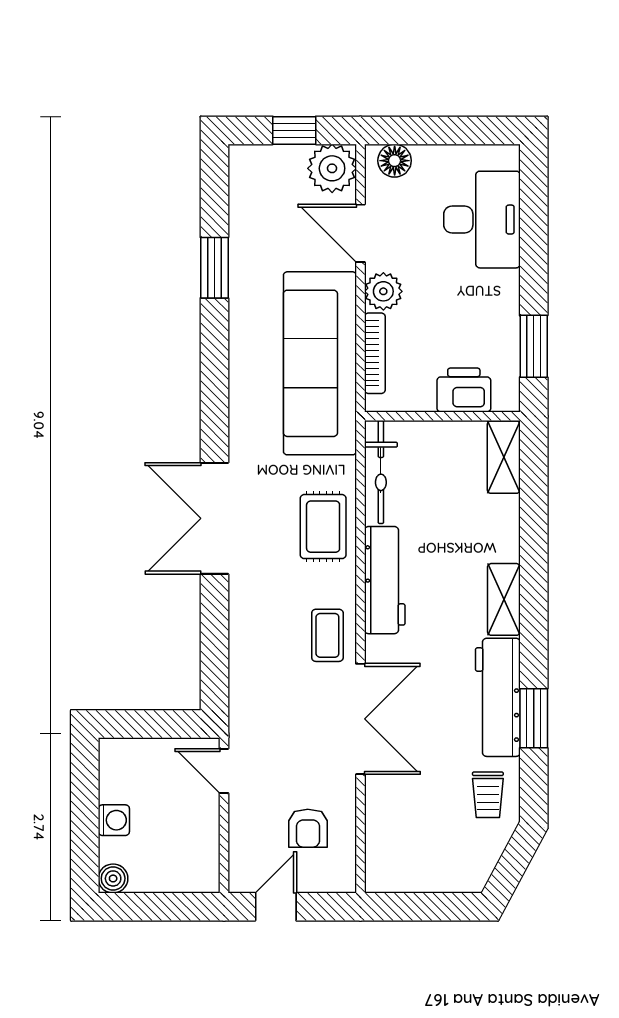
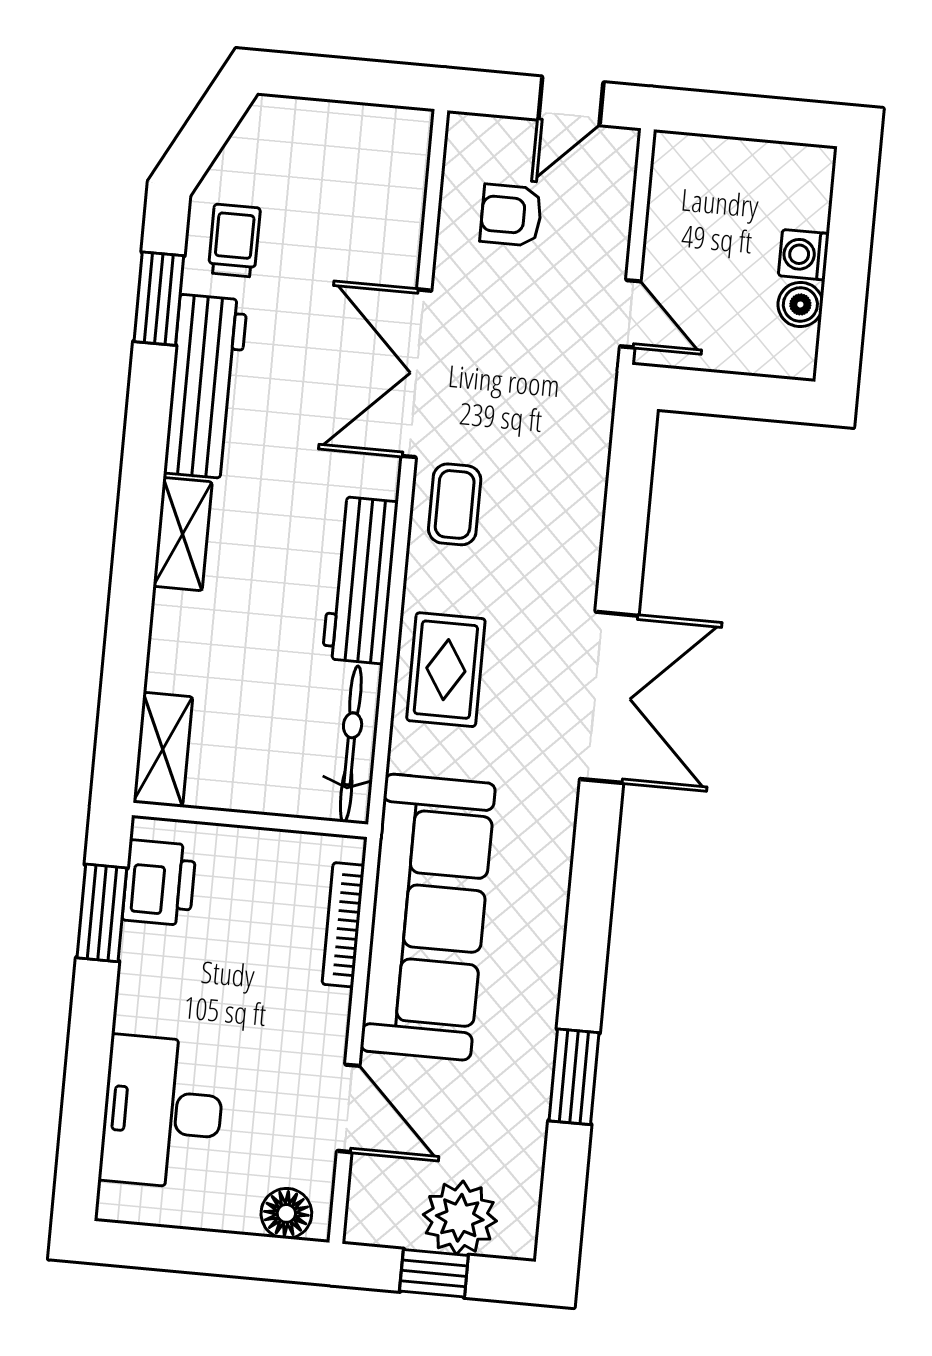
plant: (332, 168) -> (460, 1218), moved
plant: (383, 291) -> (322, 1017), removed
printer: (464, 390) -> (159, 883), moved, turned -90
window: (534, 718) -> (159, 299), moved
armchair: (308, 828) -> (511, 215), turned -90
boiler: (113, 878) -> (800, 304), moved

